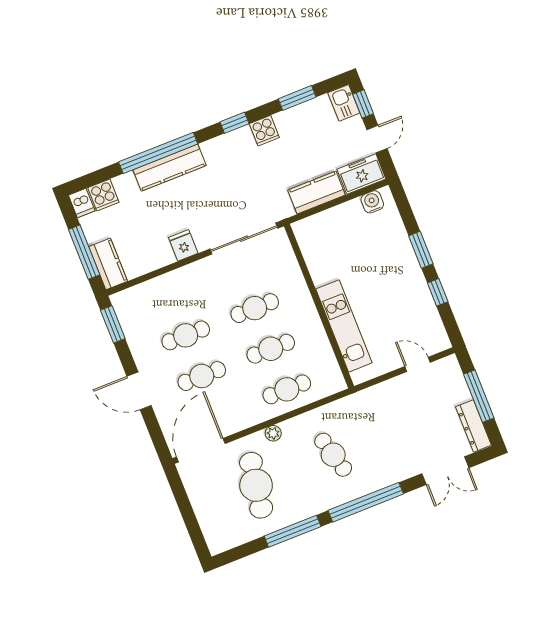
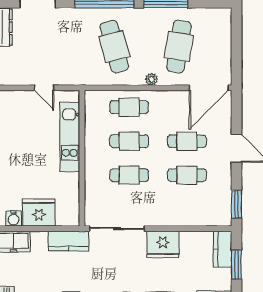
kitchen counter: (316, 193) -> (68, 241), moved
fridge: (345, 221) -> (39, 212), added
fridge: (183, 245) -> (163, 244), width x1.88, depth x1.34
window: (84, 252) -> (237, 265), width x0.69
door: (418, 364) -> (44, 88), moved
cafe table: (333, 455) -> (114, 47), width x1.37, depth x1.35

